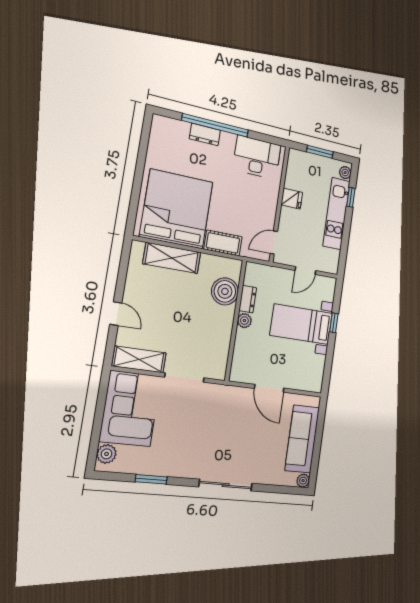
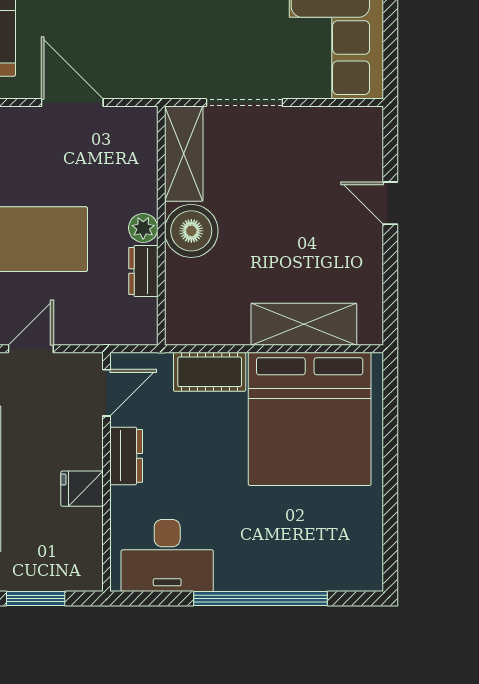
dresser: (205, 134) -> (126, 456), moved, turned 90
boiler: (225, 291) -> (191, 231), moved
shelving: (139, 359) -> (184, 154), moved, turned 90

